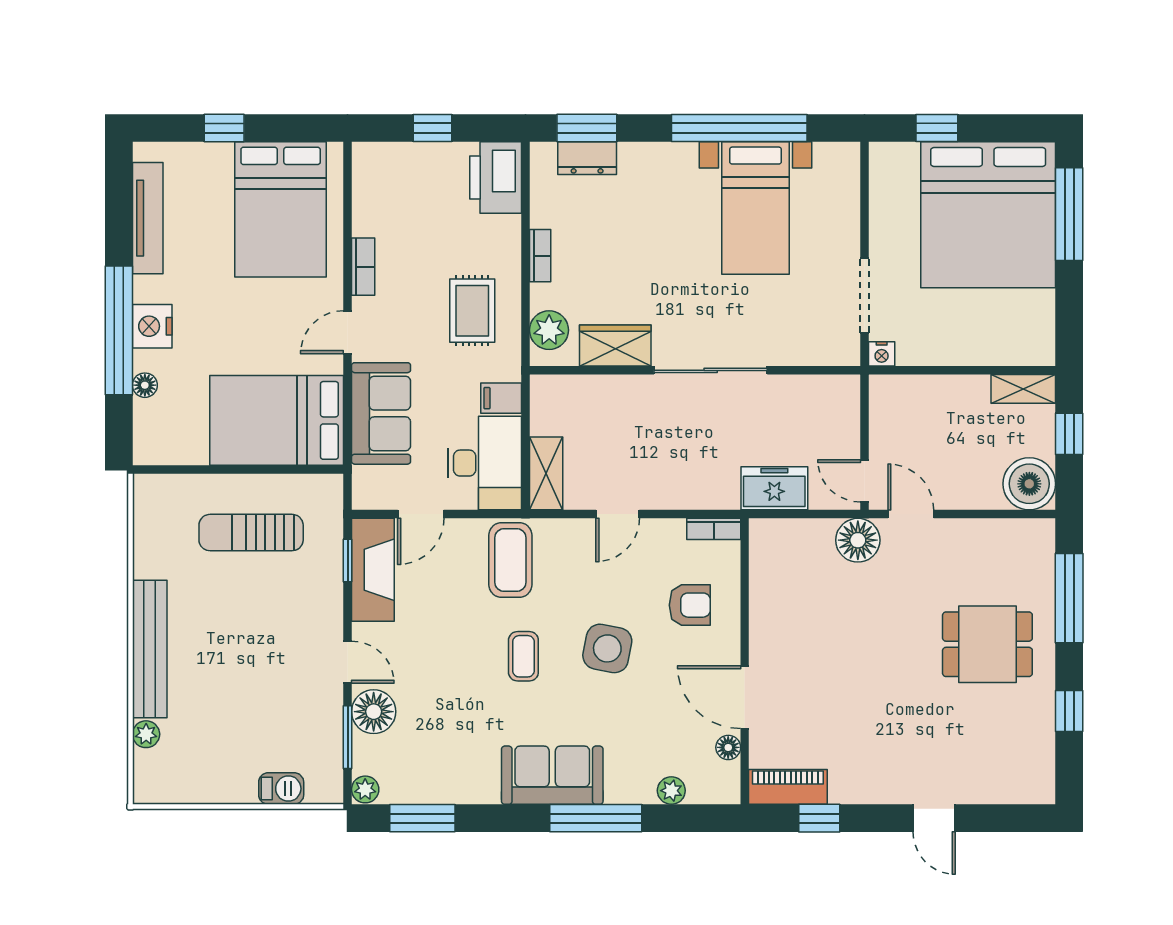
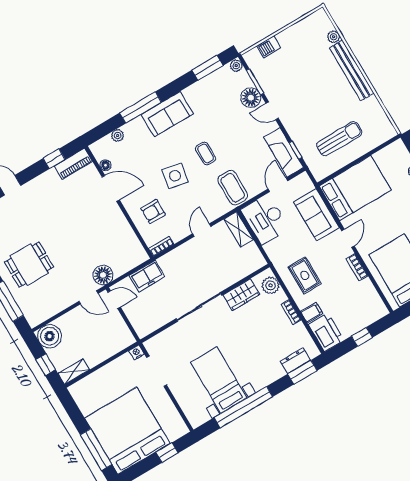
filing cabinet: (501, 398) -> (312, 313), moved

